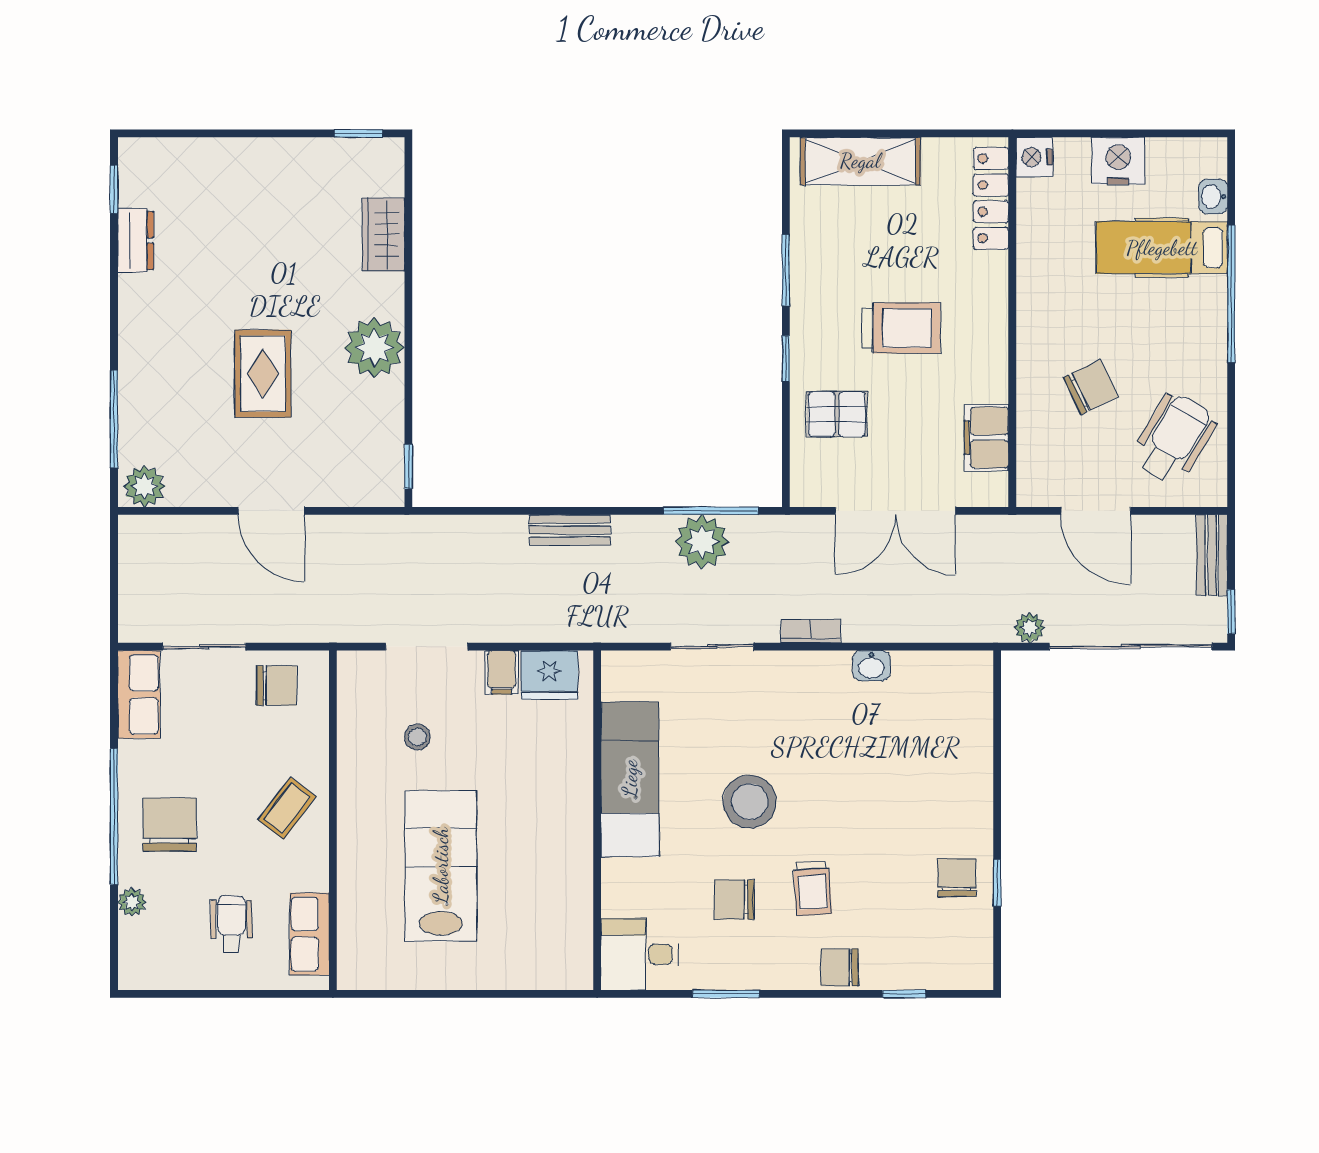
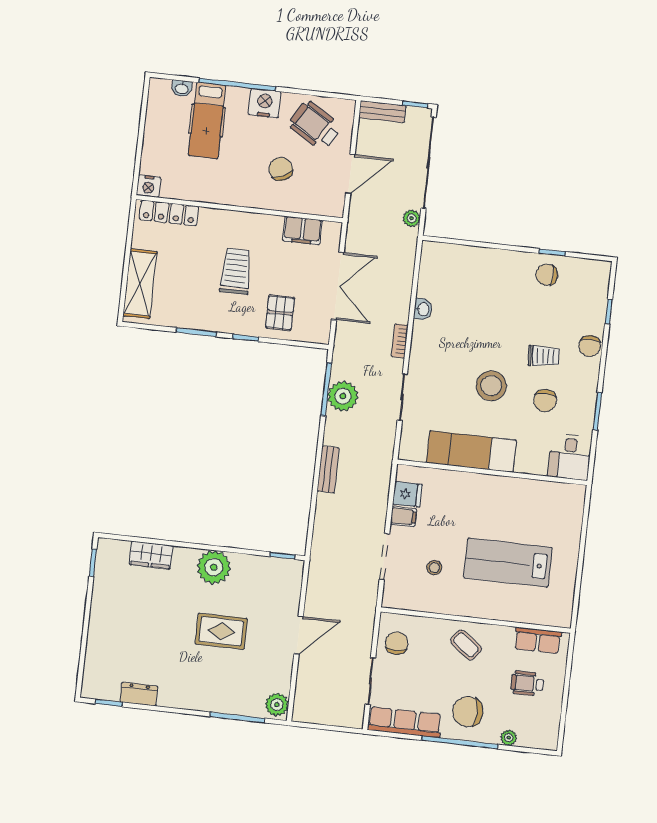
nightstand: (1118, 161) -> (265, 103), moved, turned 90
fridge: (550, 675) -> (407, 494), width x0.72
row of seats: (139, 694) -> (405, 722), width x1.48

